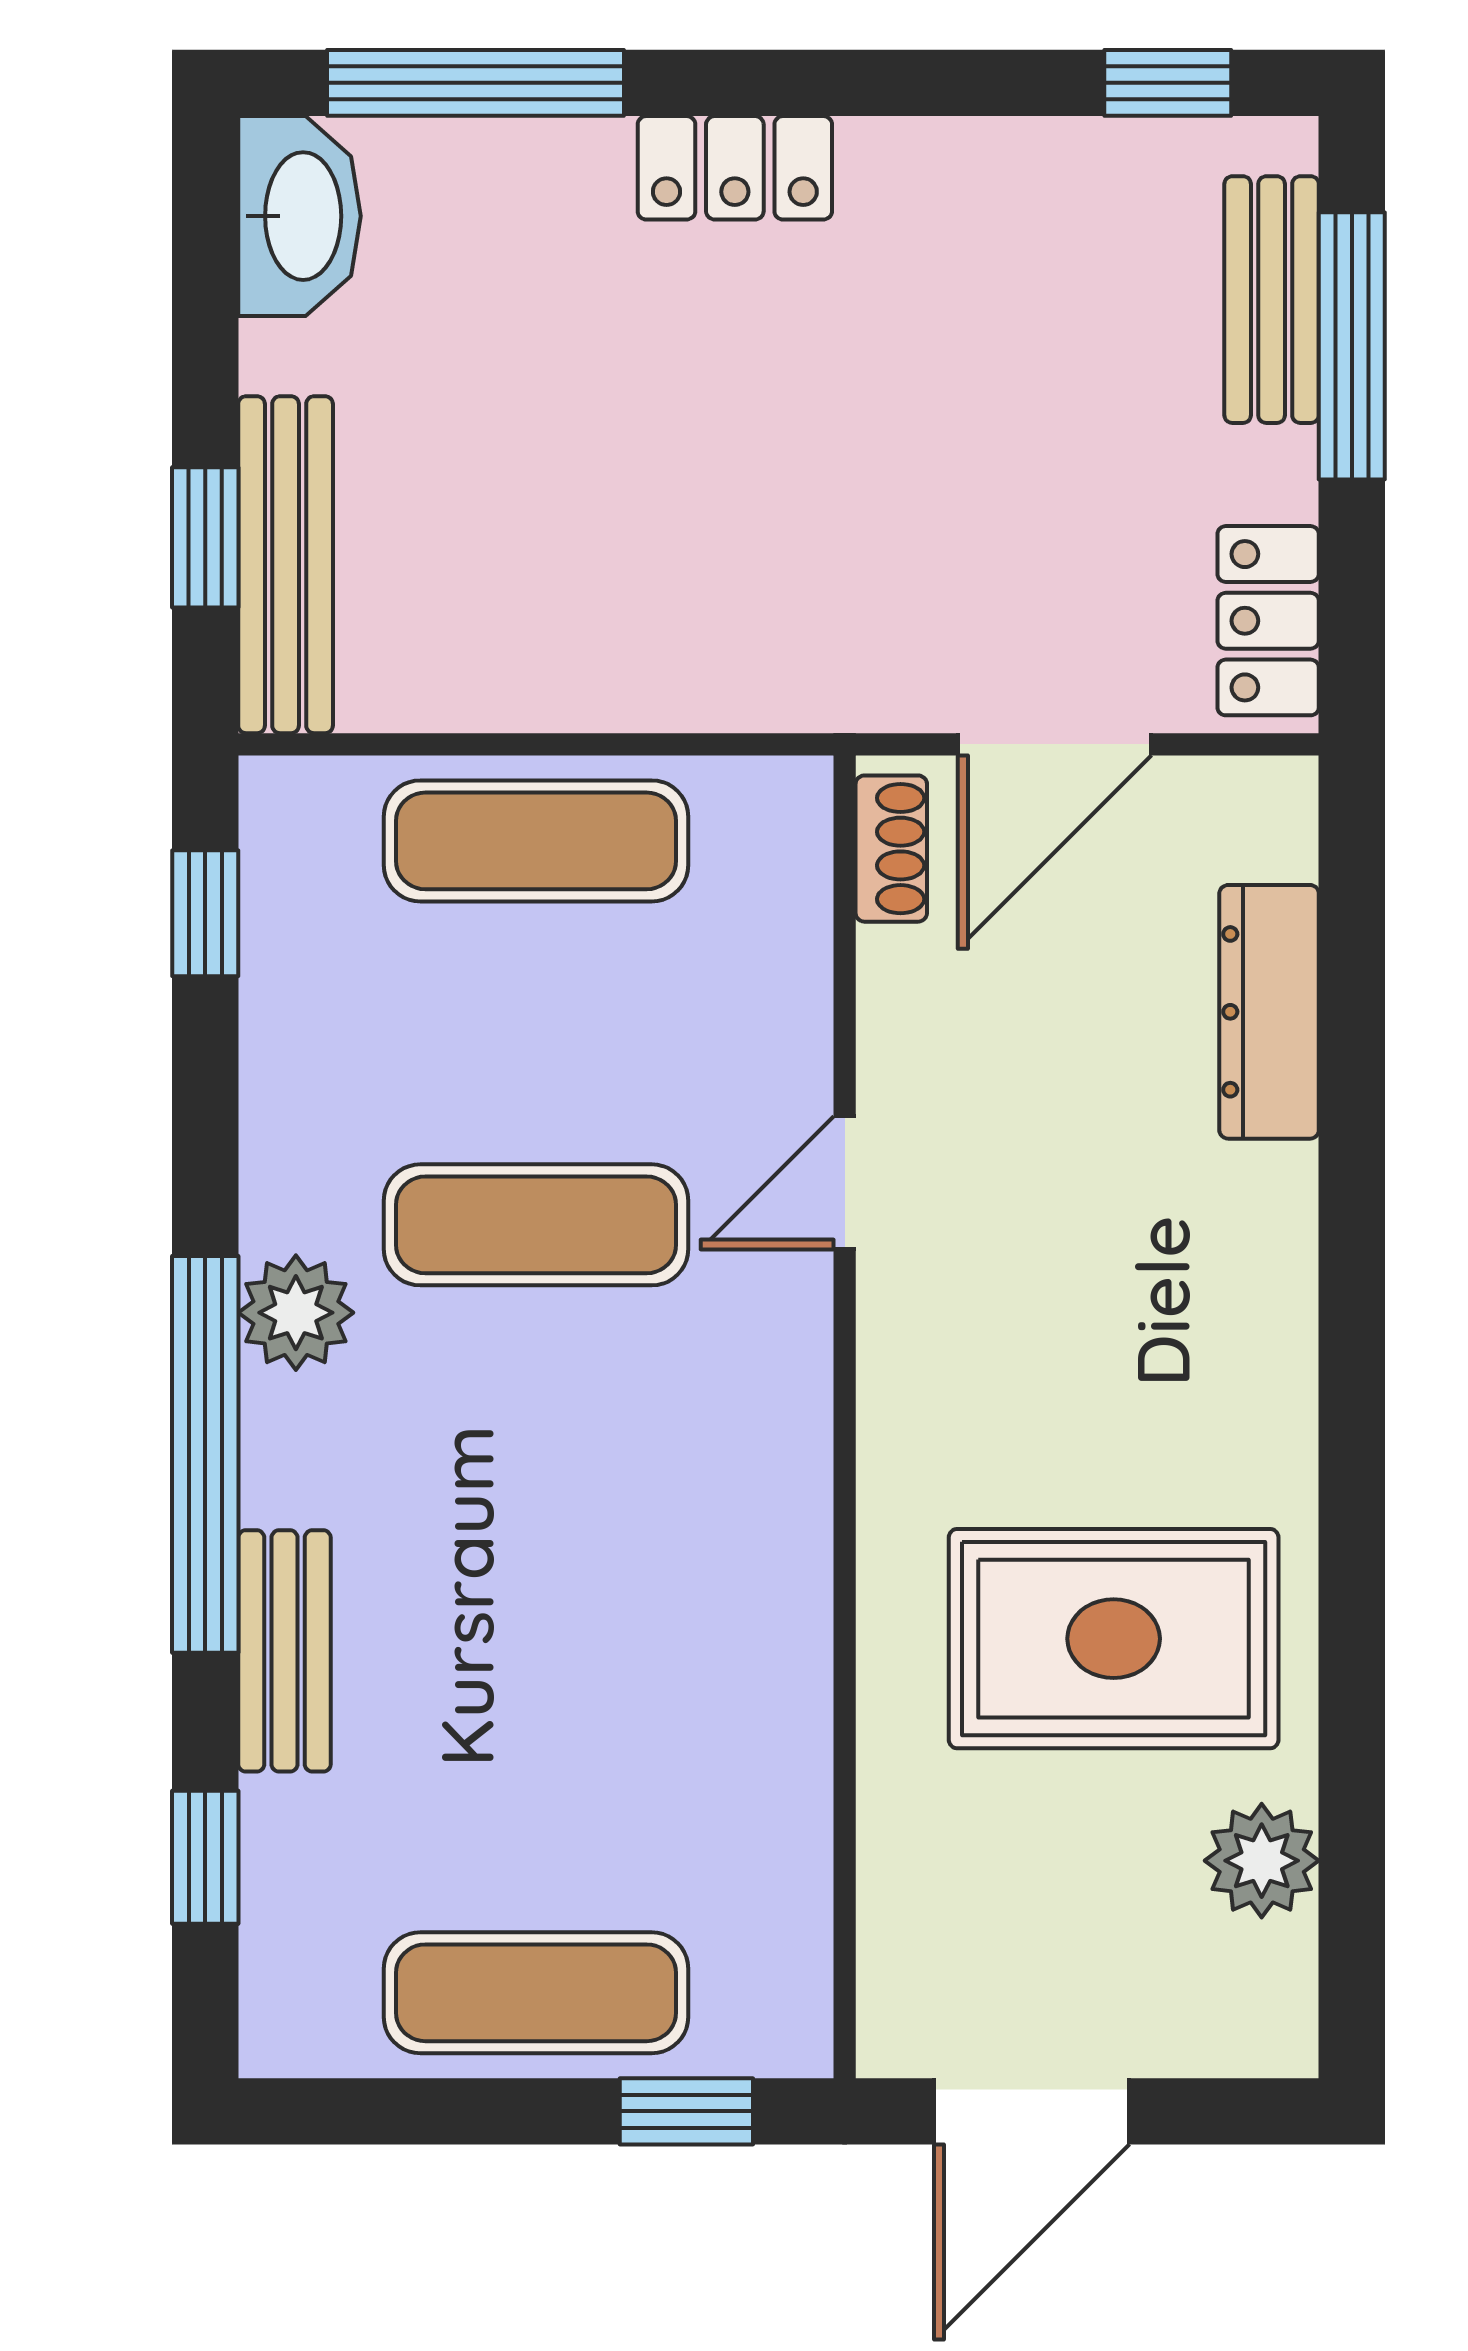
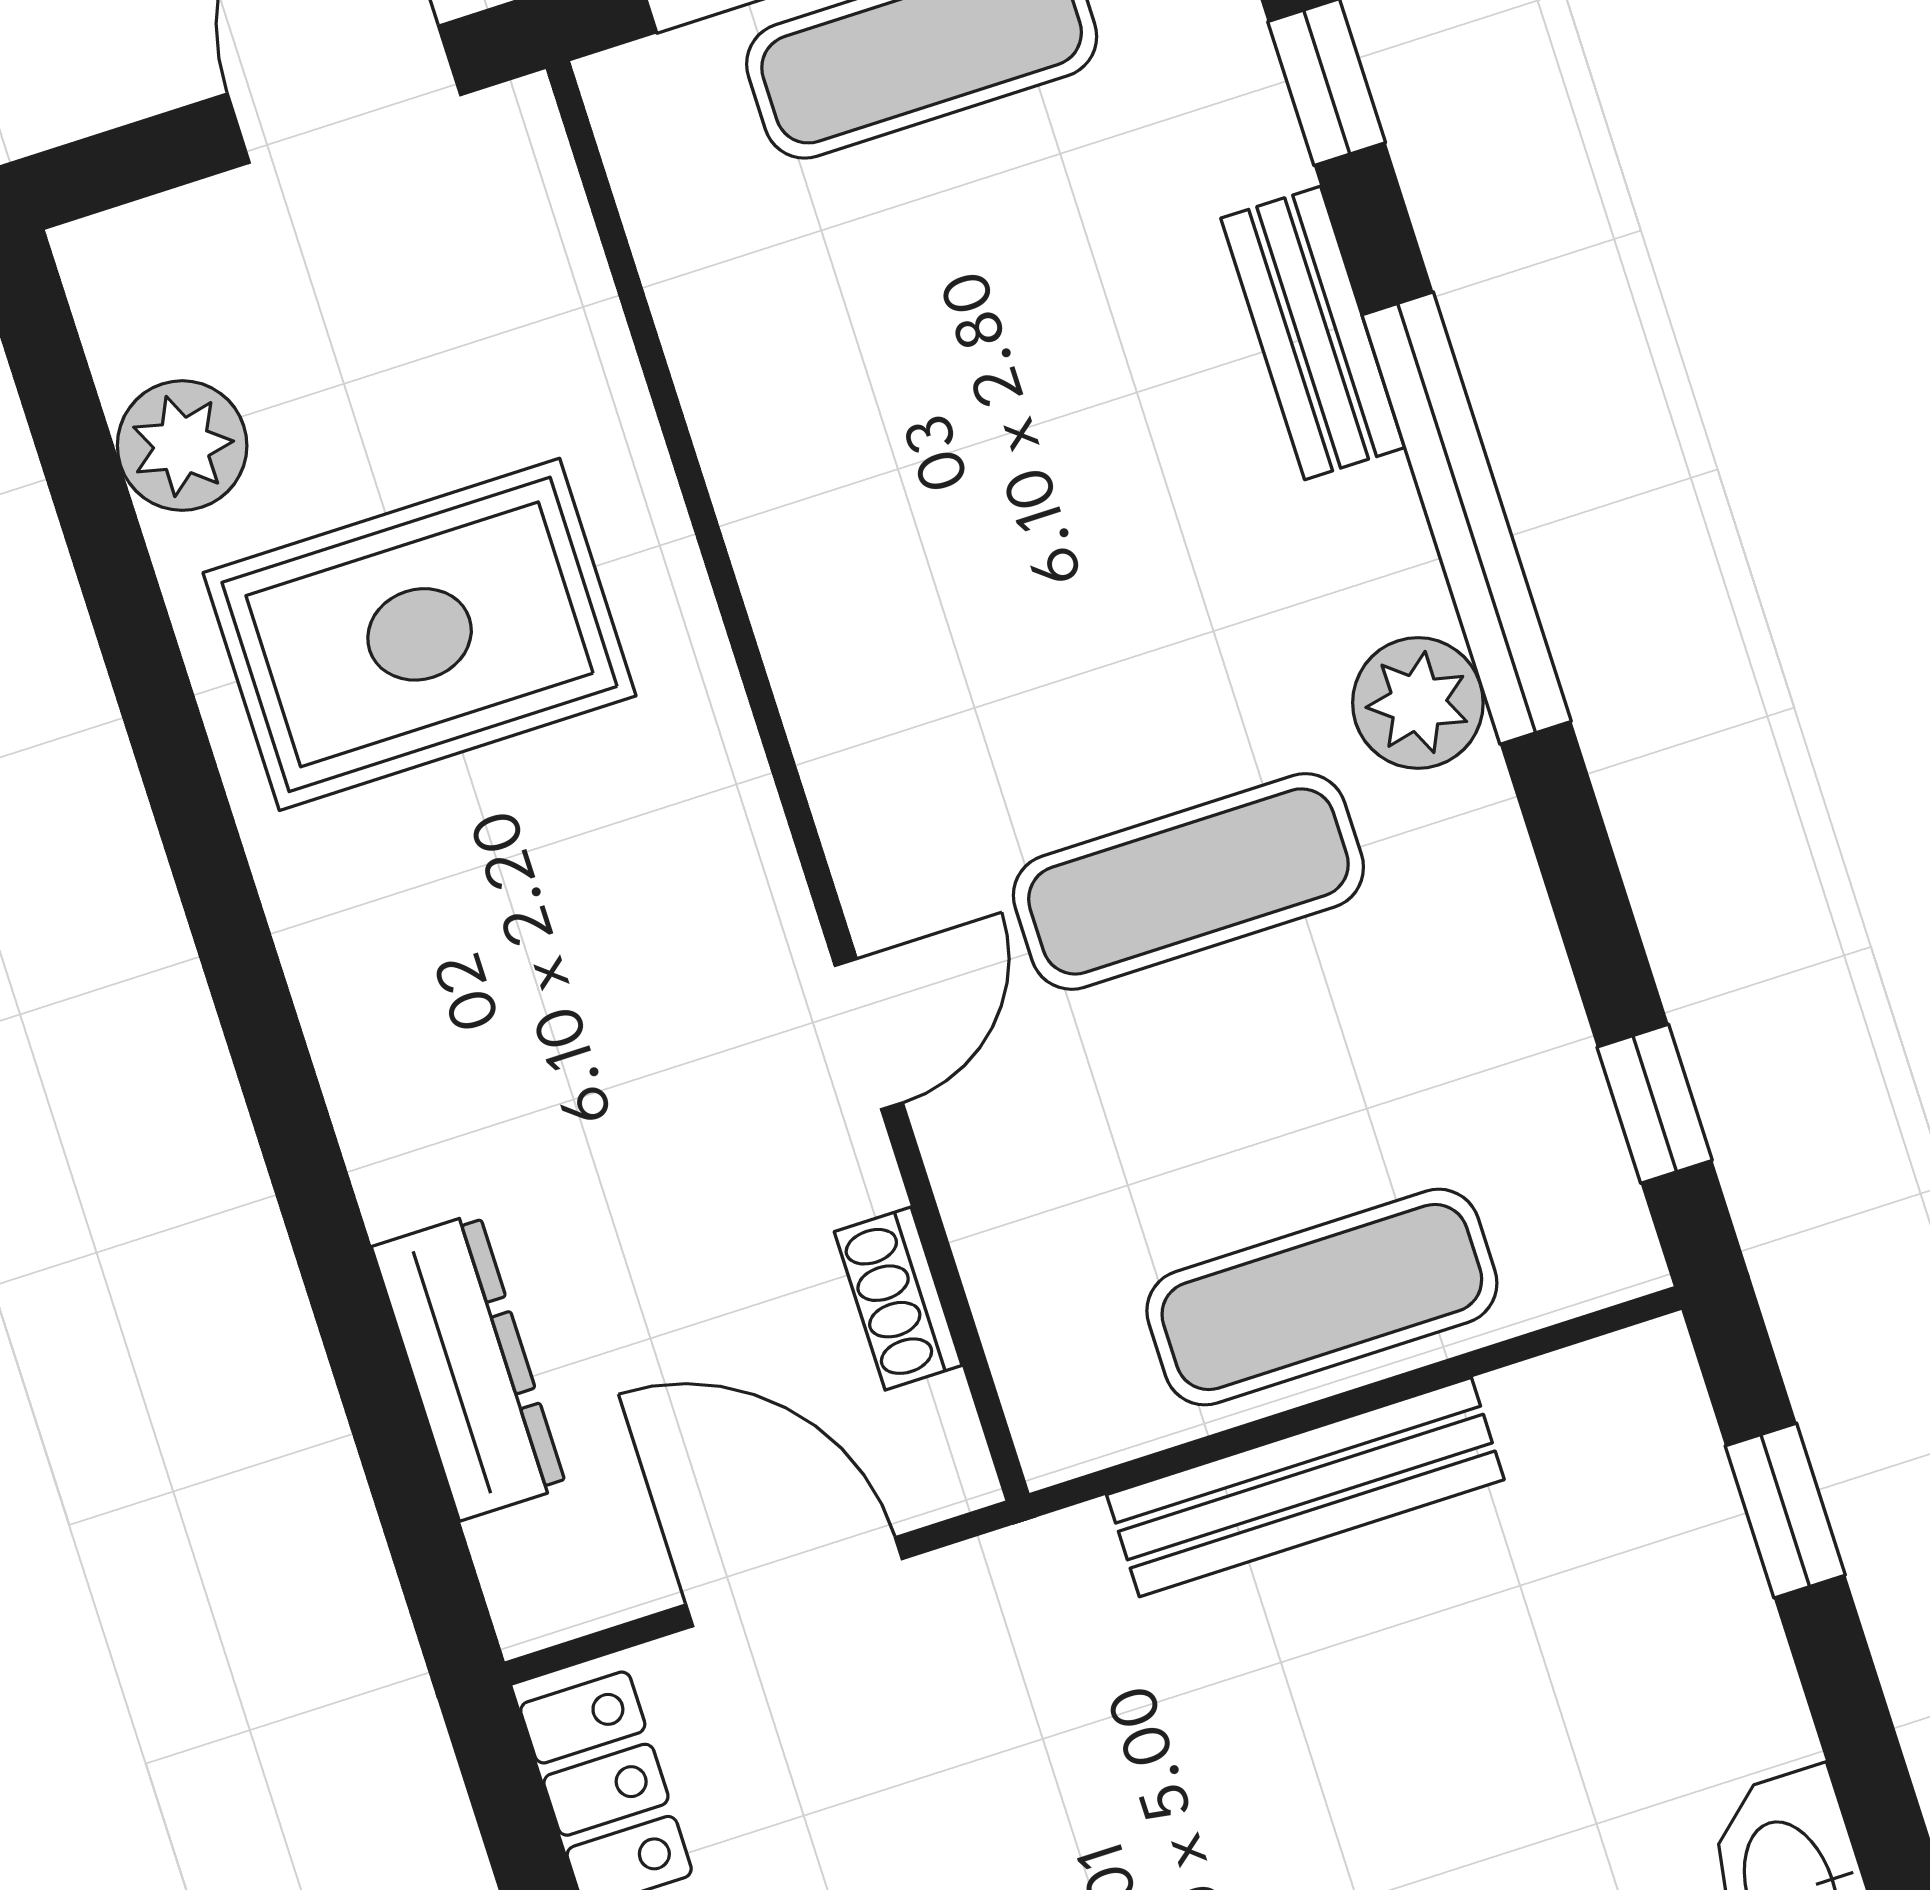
bench: (286, 565) -> (1305, 1487), moved, turned 90
door: (1055, 744) -> (794, 1582), hinge flipped
shoe rack: (891, 849) -> (898, 1298), moved

